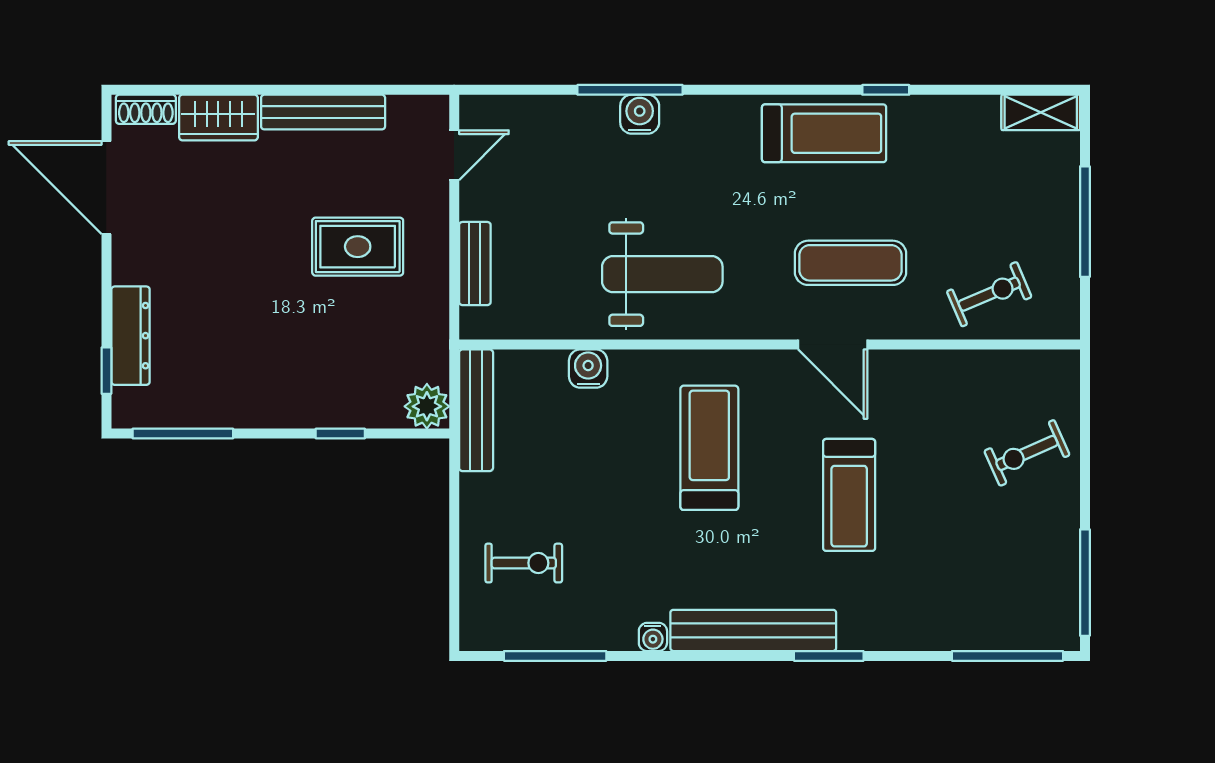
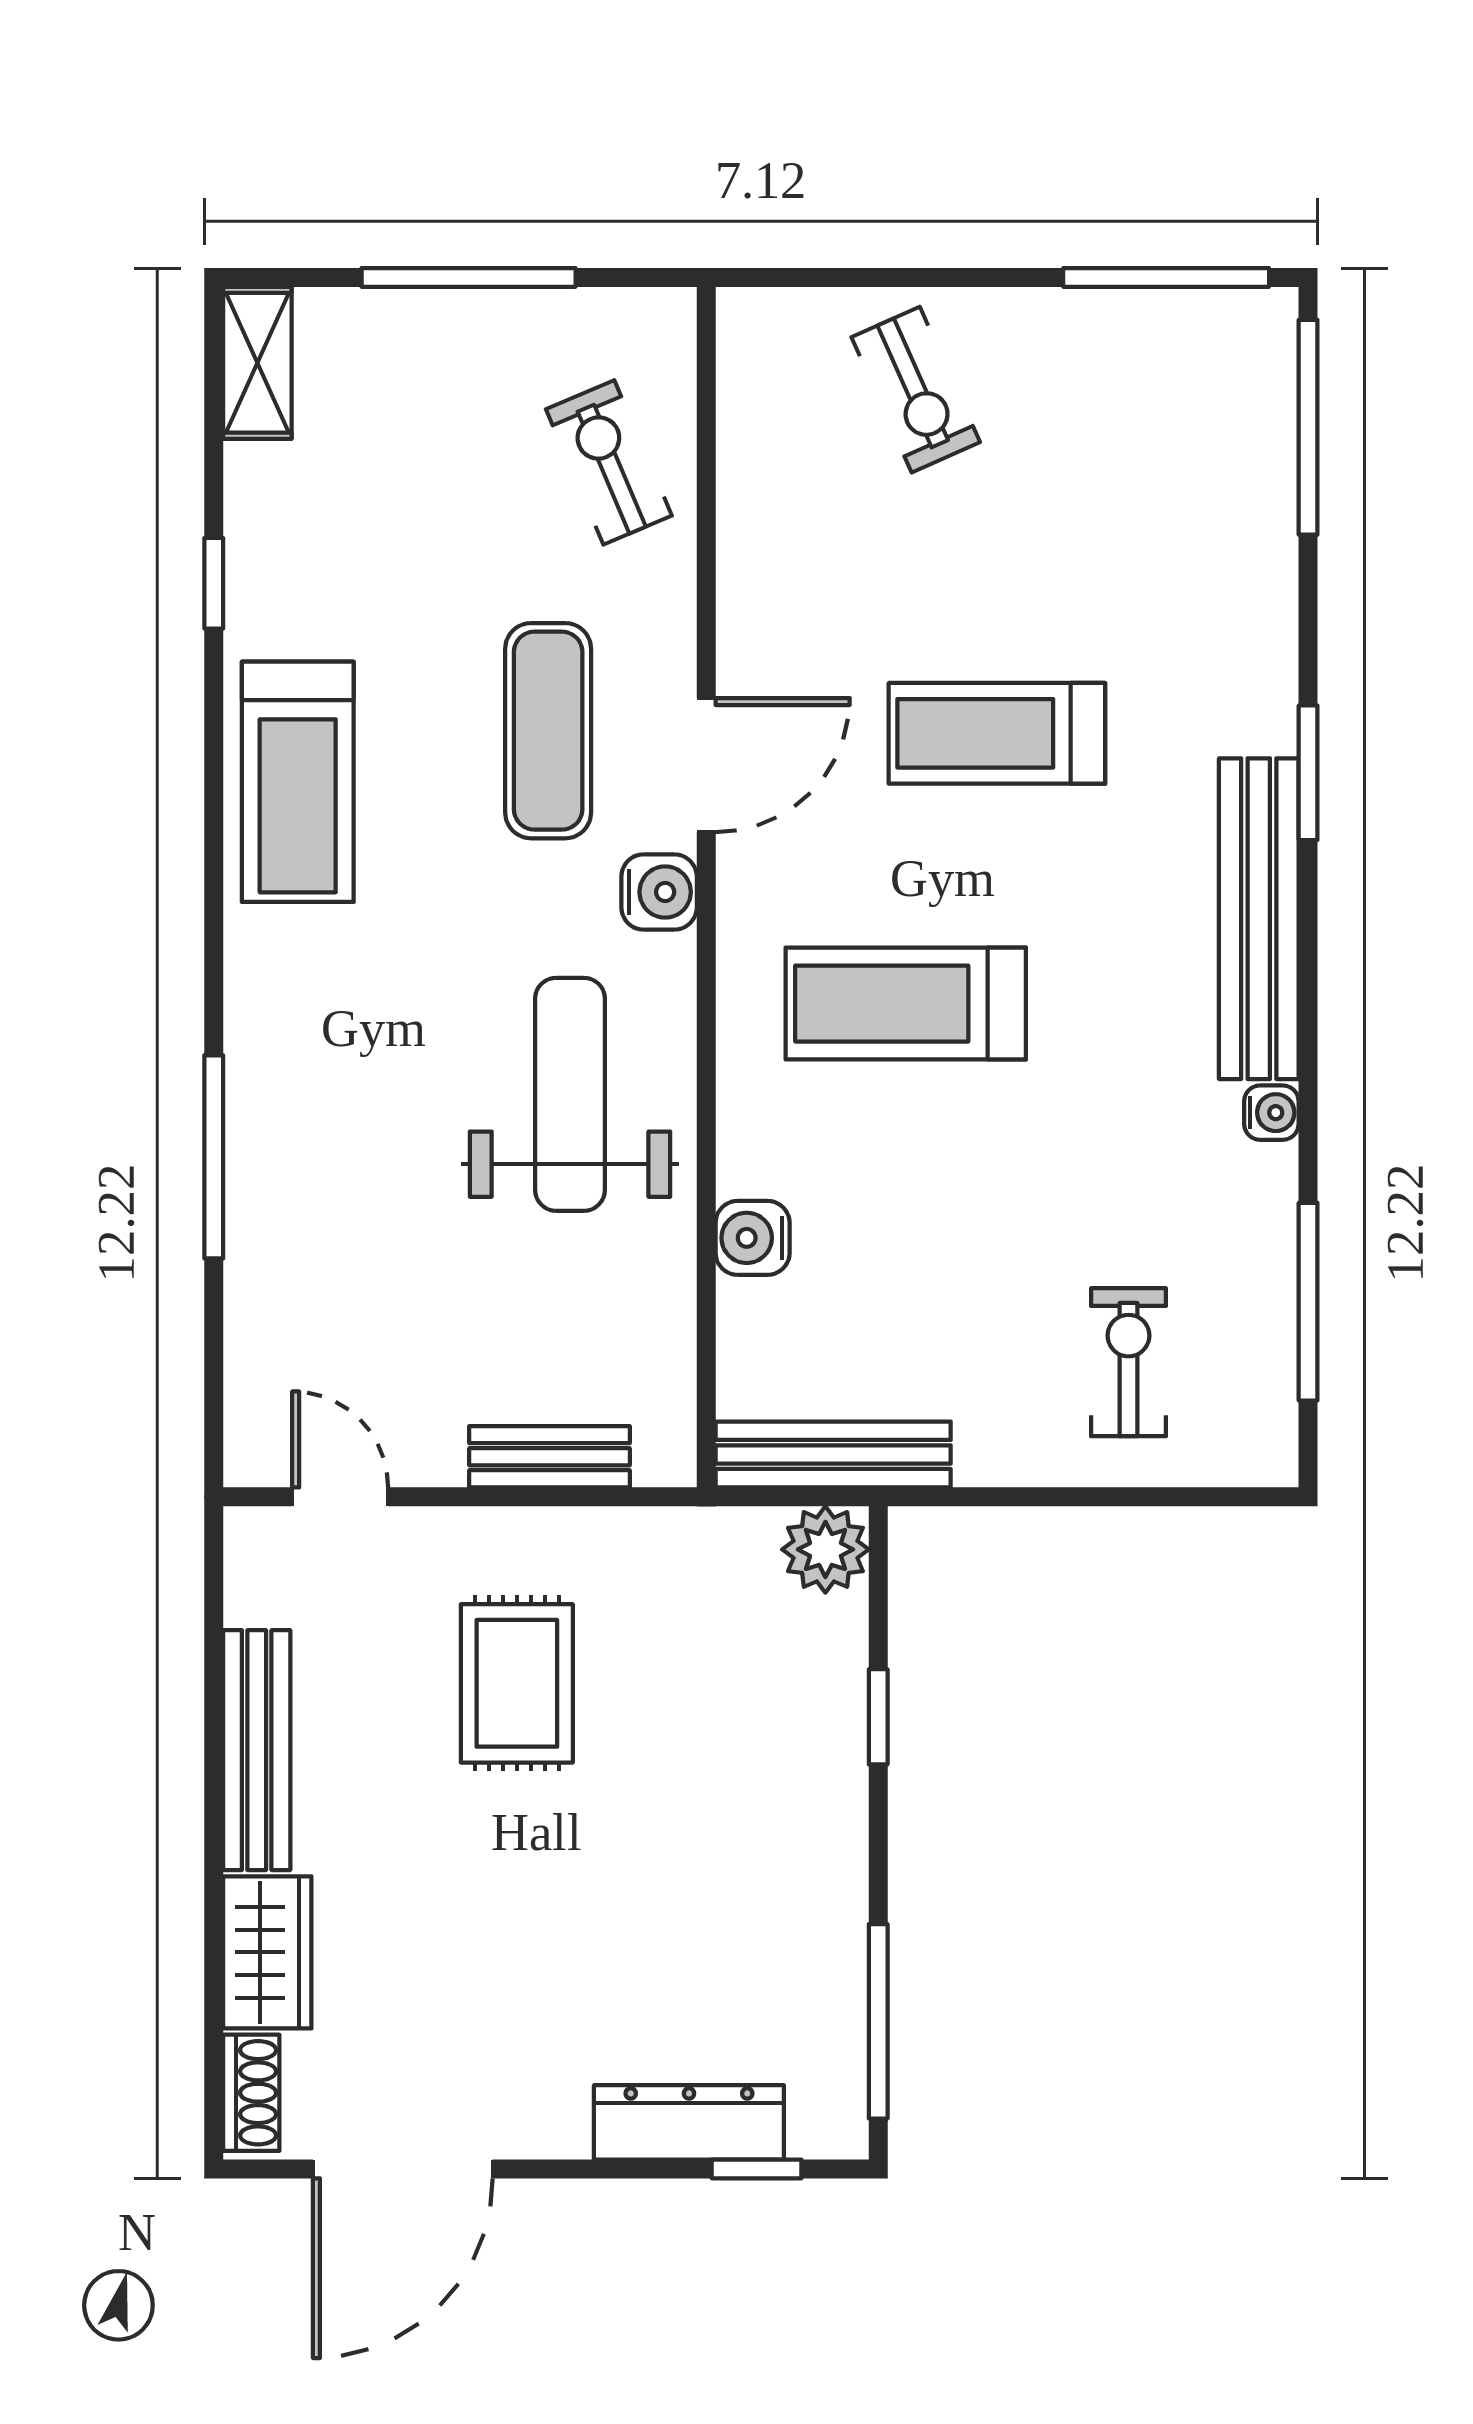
window: (886, 90) -> (214, 583), moved
water cooler: (640, 114) -> (659, 892), moved, turned 180
treadmill: (824, 133) -> (298, 782), turned 180
treadmill: (849, 495) -> (997, 733), turned 180

